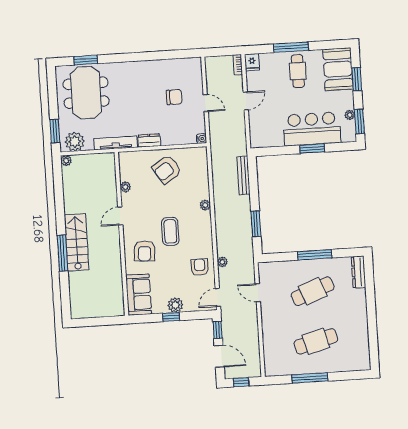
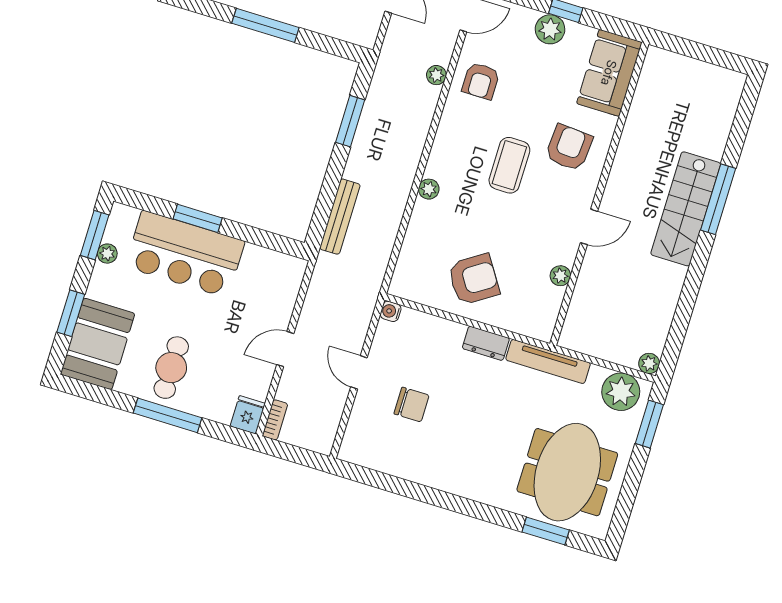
chair: (174, 97) -> (412, 405), turned 180

